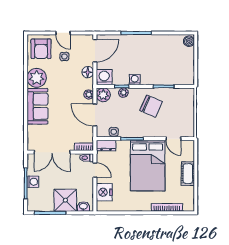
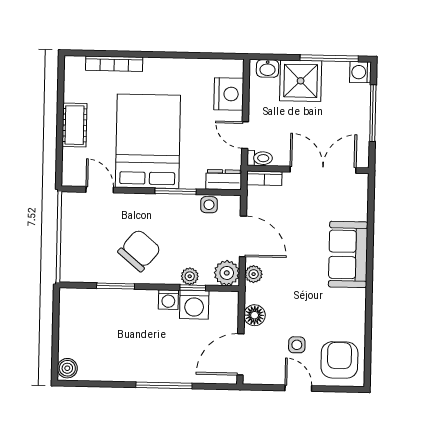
washing machine: (104, 77) -> (194, 305), moved
plant: (37, 78) -> (349, 307), removed
chair: (151, 106) -> (139, 250), turned 106
washing machine: (33, 182) -> (360, 72), moved

